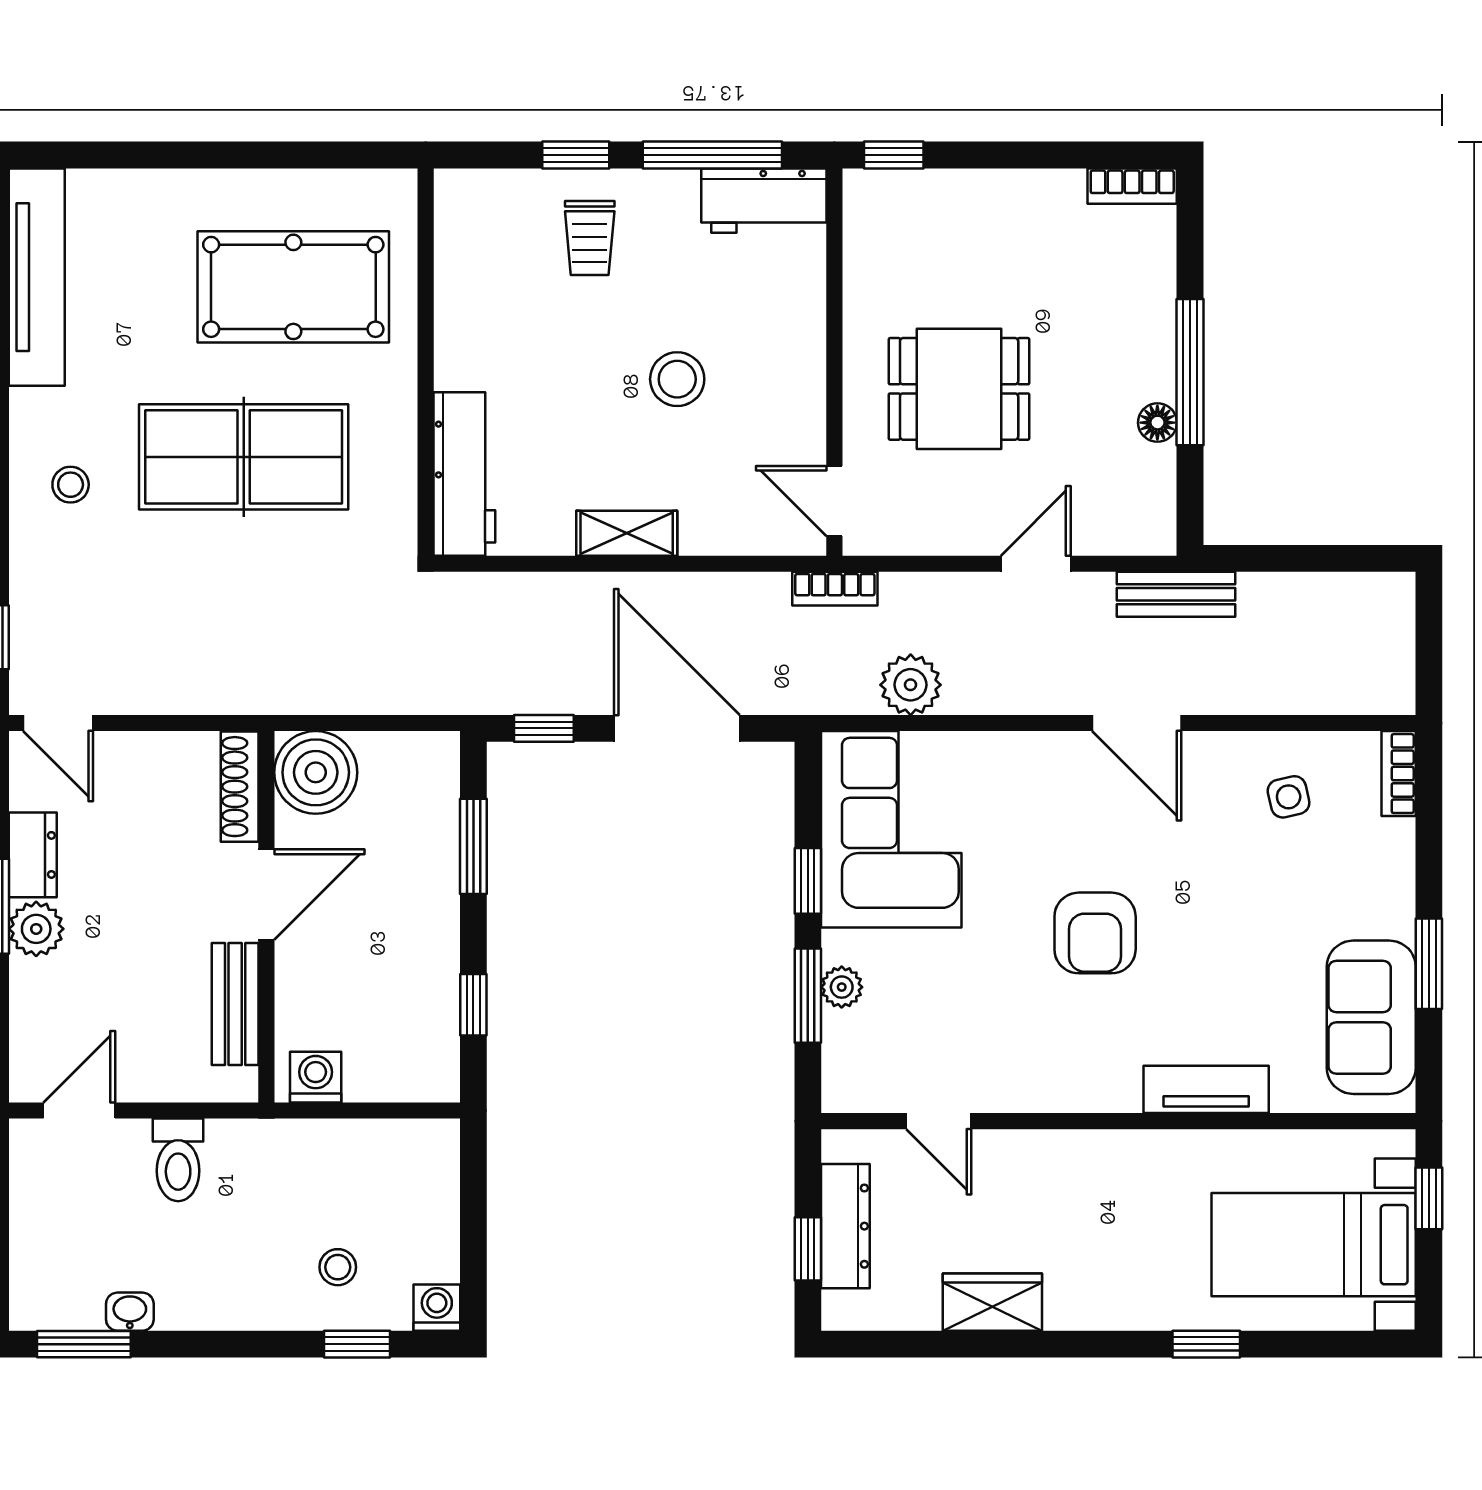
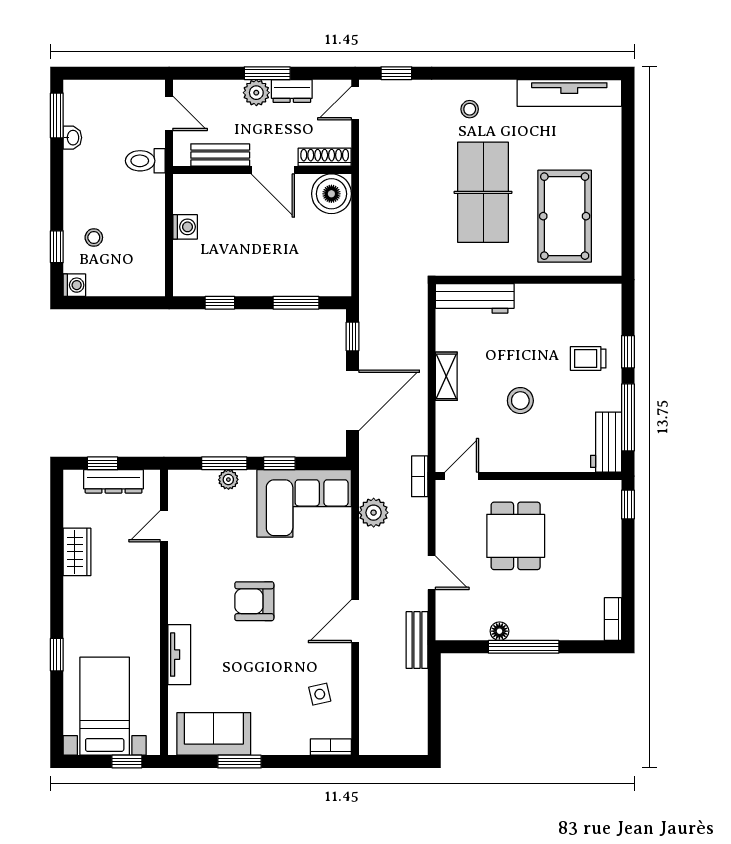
boiler: (316, 772) -> (331, 194), moved
shoe rack: (240, 787) -> (325, 157), moved
door: (266, 895) -> (273, 170), moved
wall: (266, 917) -> (262, 170), moved
bench: (235, 1004) -> (220, 155), moved

